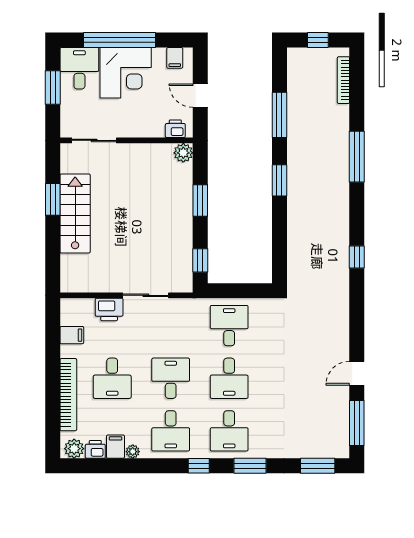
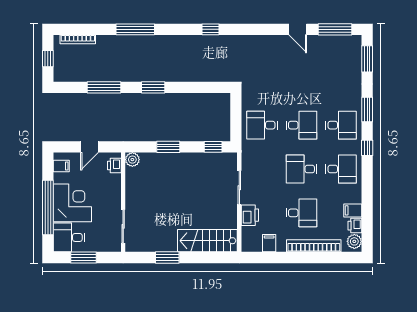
stairs: (75, 213) -> (207, 241), moved
plant: (133, 452) -> (356, 198), removed

